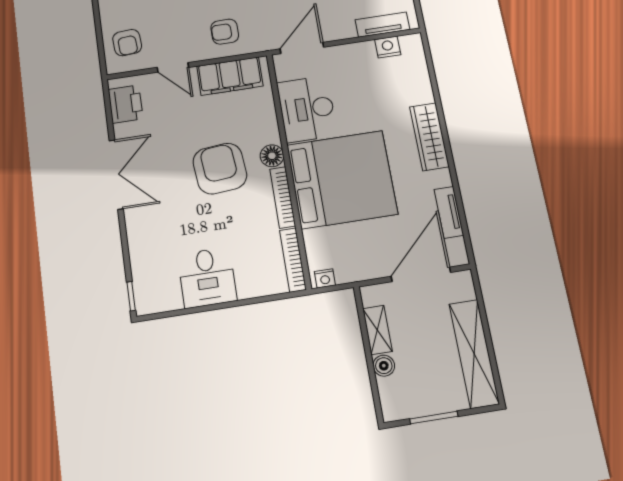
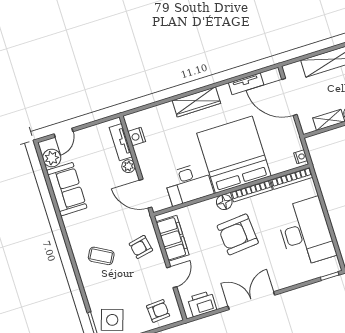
plant: (346, 30) -> (128, 166), added
armchair: (225, 32) -> (141, 247), turned 78
desk: (207, 277) -> (306, 232), width x1.87, depth x1.30

